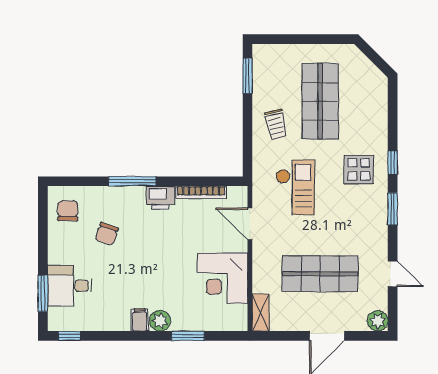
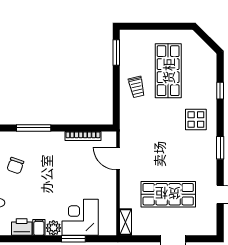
window: (393, 162) -> (220, 91), moved
checkout: (295, 187) -> (150, 132), removed
printer: (160, 198) -> (22, 227), moved, turned 180
corner desk: (222, 278) -> (80, 217), moved, turned 90
plant: (378, 321) -> (209, 228), removed

